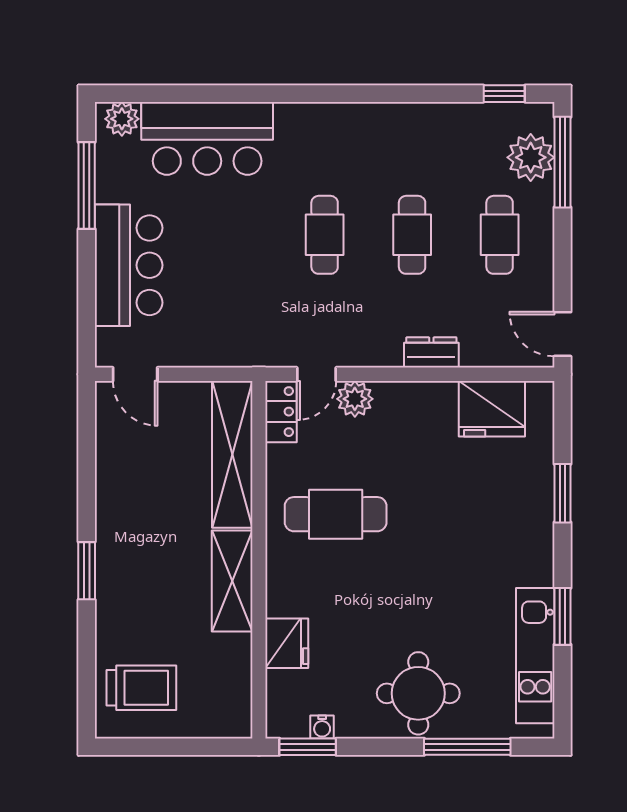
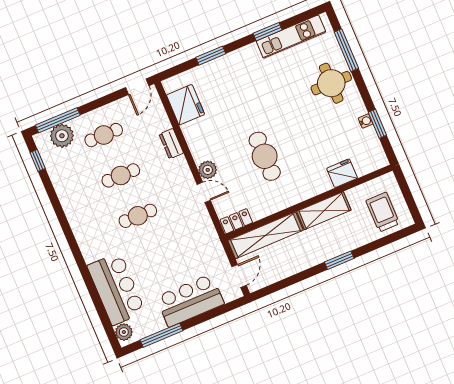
locker: (281, 412) -> (236, 221), moved
shelving: (232, 454) -> (265, 235), moved
wall: (259, 560) -> (309, 202), moved
shelving: (232, 581) -> (324, 211), moved
fridge: (287, 643) -> (342, 173), moved

